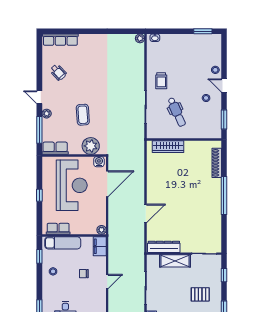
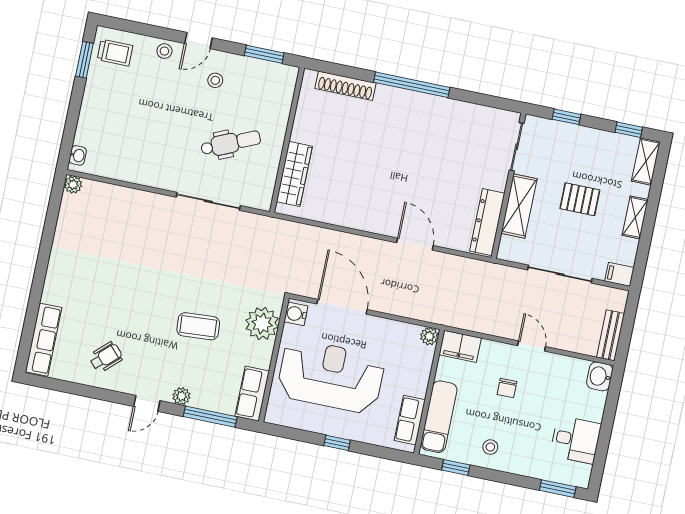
trolley: (161, 81) -> (115, 53), moved
pallet: (200, 294) -> (580, 199), moved, turned 90

